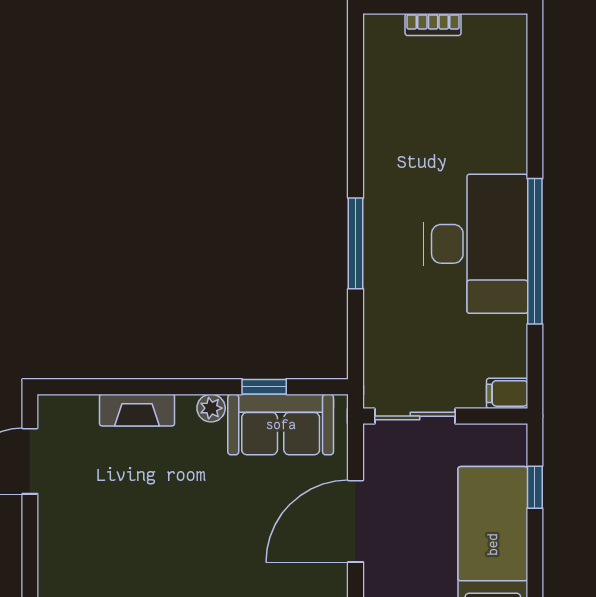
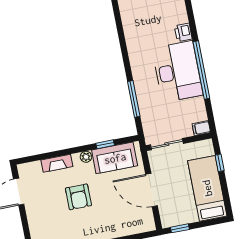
printer: (509, 151) -> (183, 32), added
window: (356, 243) -> (134, 99), moved
armchair: (173, 503) -> (78, 197), added
door: (356, 521) -> (152, 190), hinge flipped

